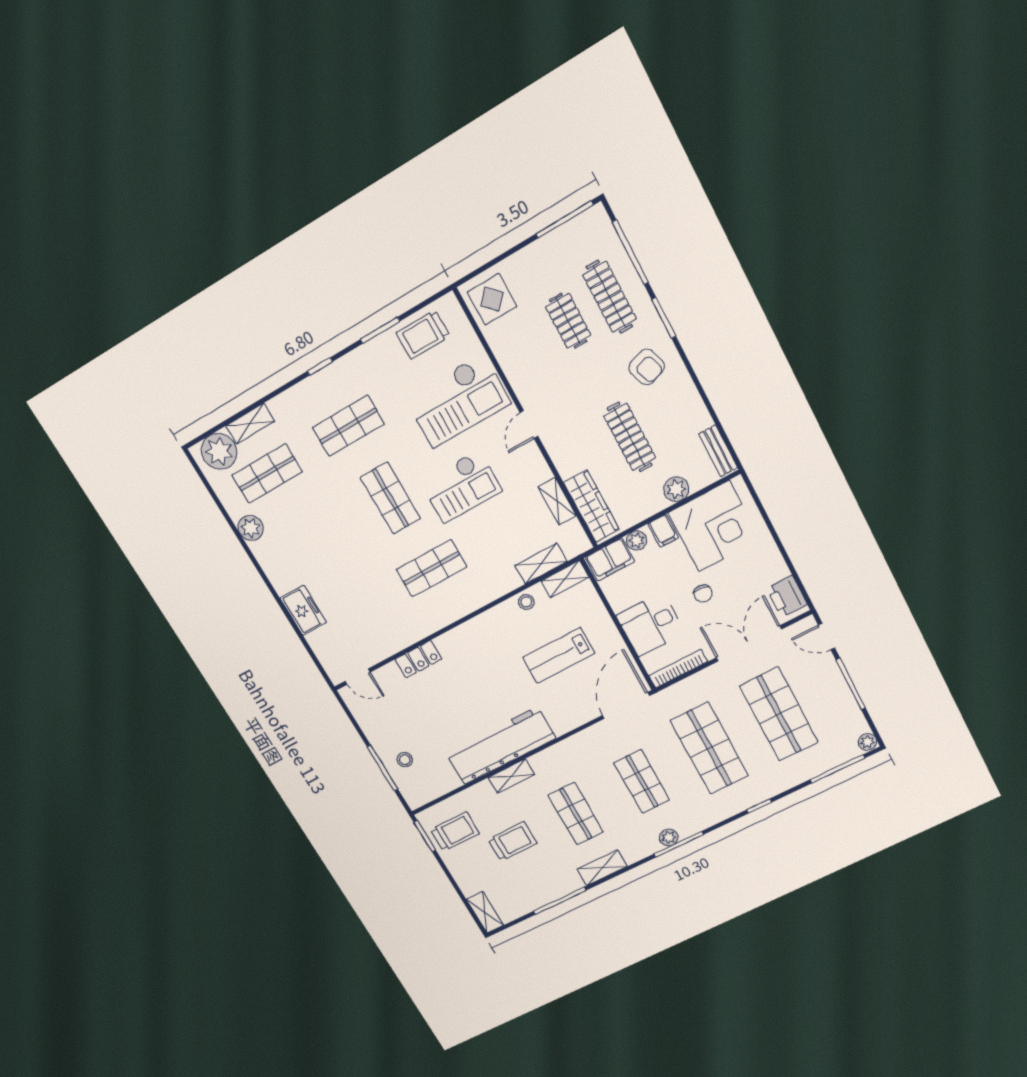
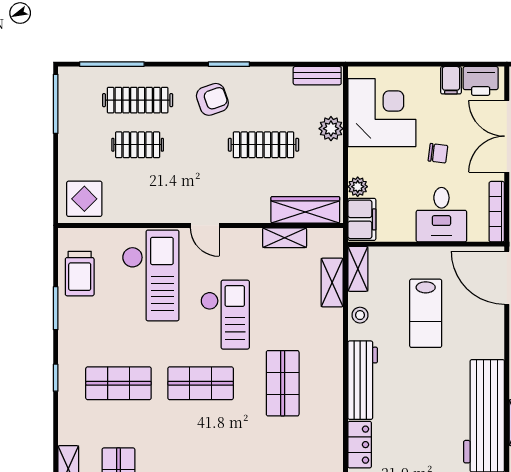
window: (664, 318) -> (229, 64), moved
shop shelf: (348, 426) -> (118, 383), turned 90
filing cabinet: (663, 531) -> (451, 80), moved, turned 90
workbench: (473, 633) -> (363, 380), added

